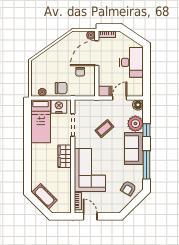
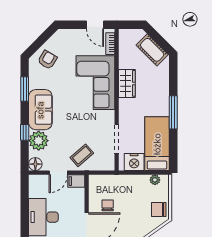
chair: (61, 88) -> (159, 209), moved
coffee table: (104, 129) -> (82, 155), moved
window: (28, 146) -> (173, 112), added
wardrobe: (65, 156) -> (127, 83), moved
window: (147, 165) -> (25, 89), width x0.69

